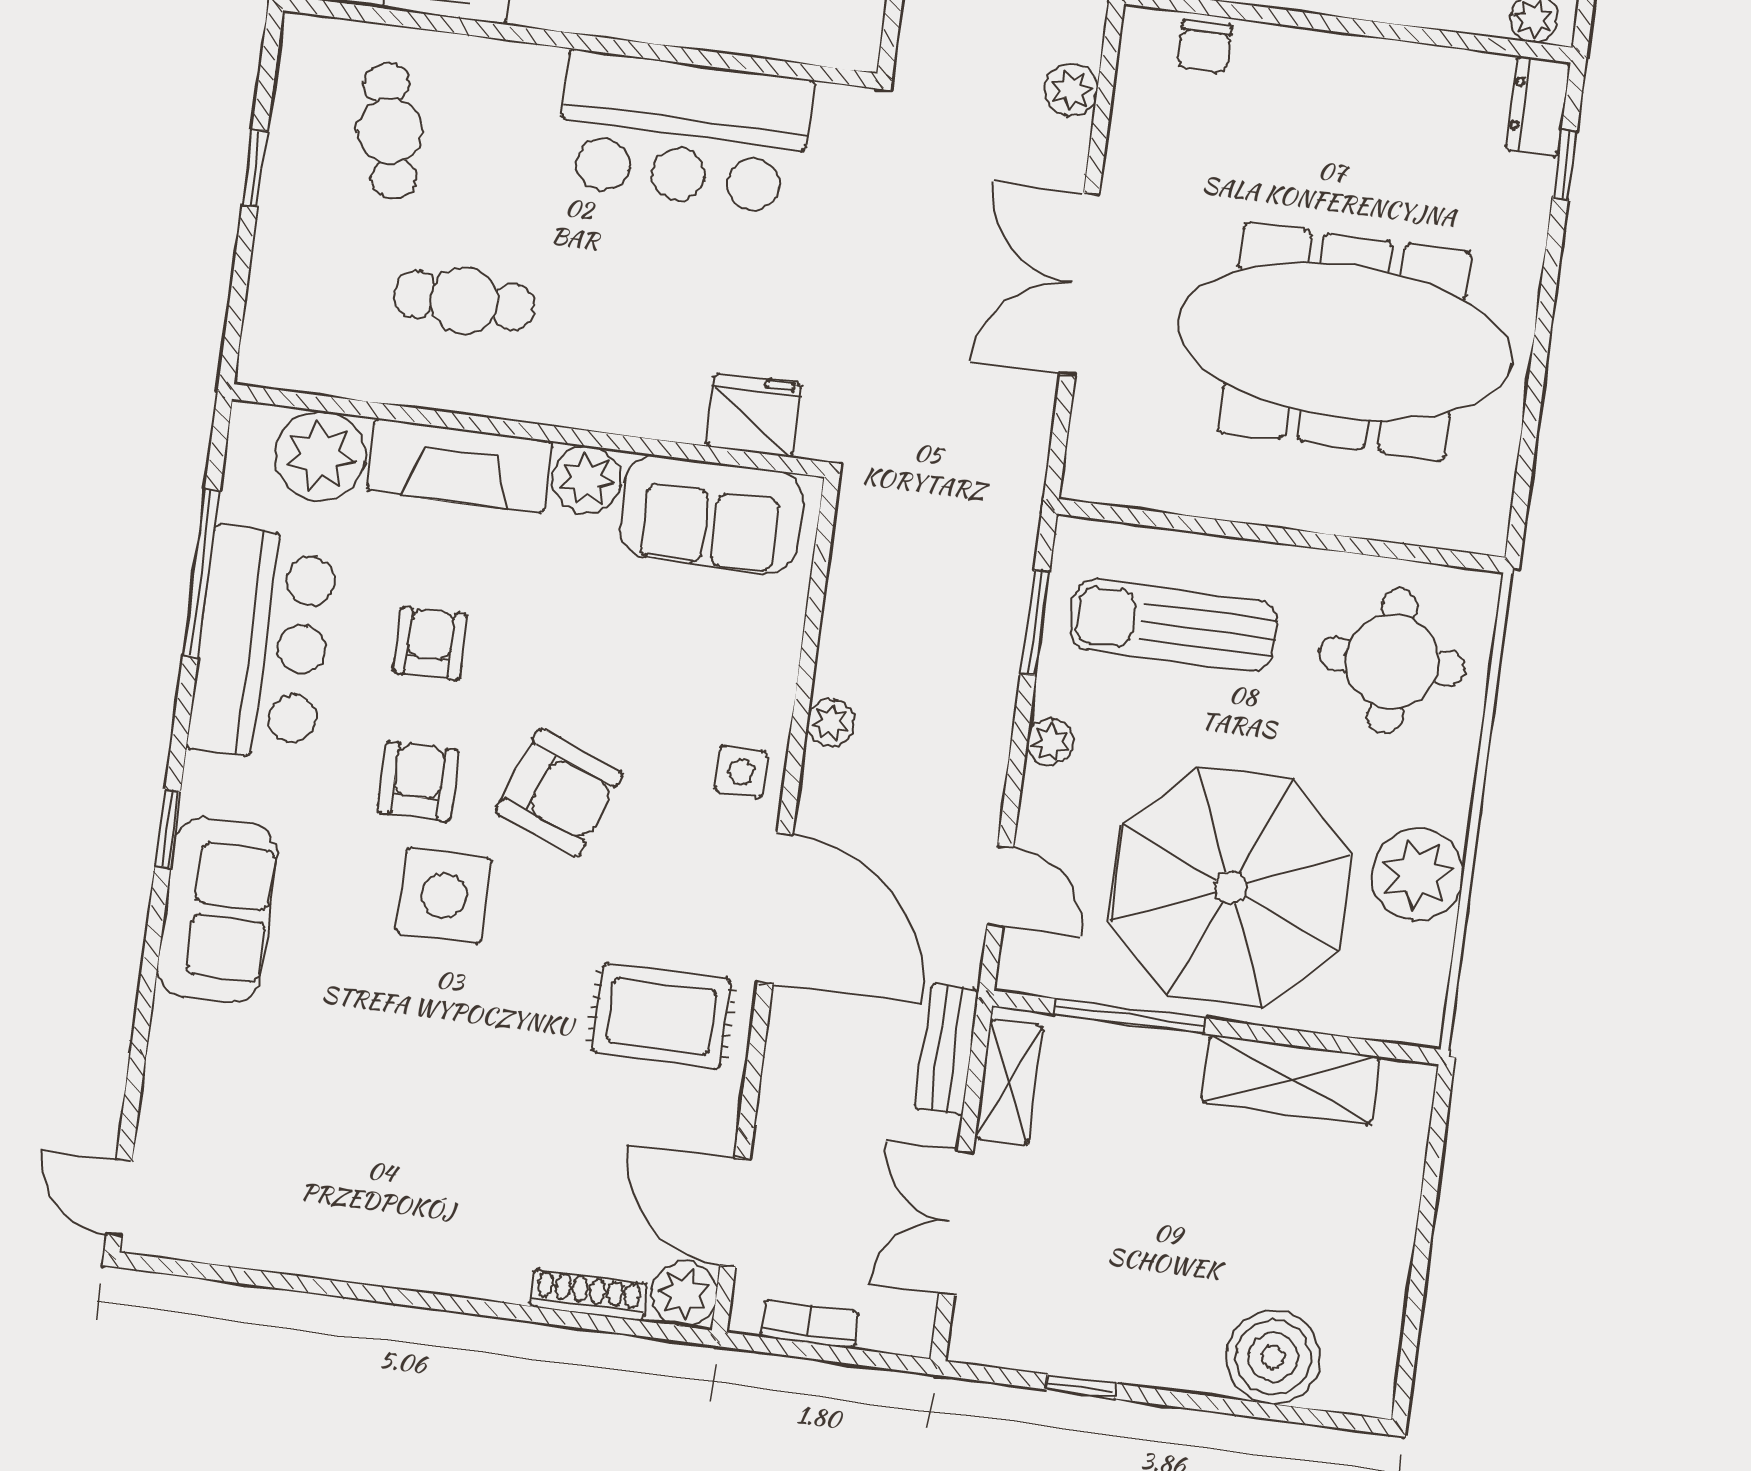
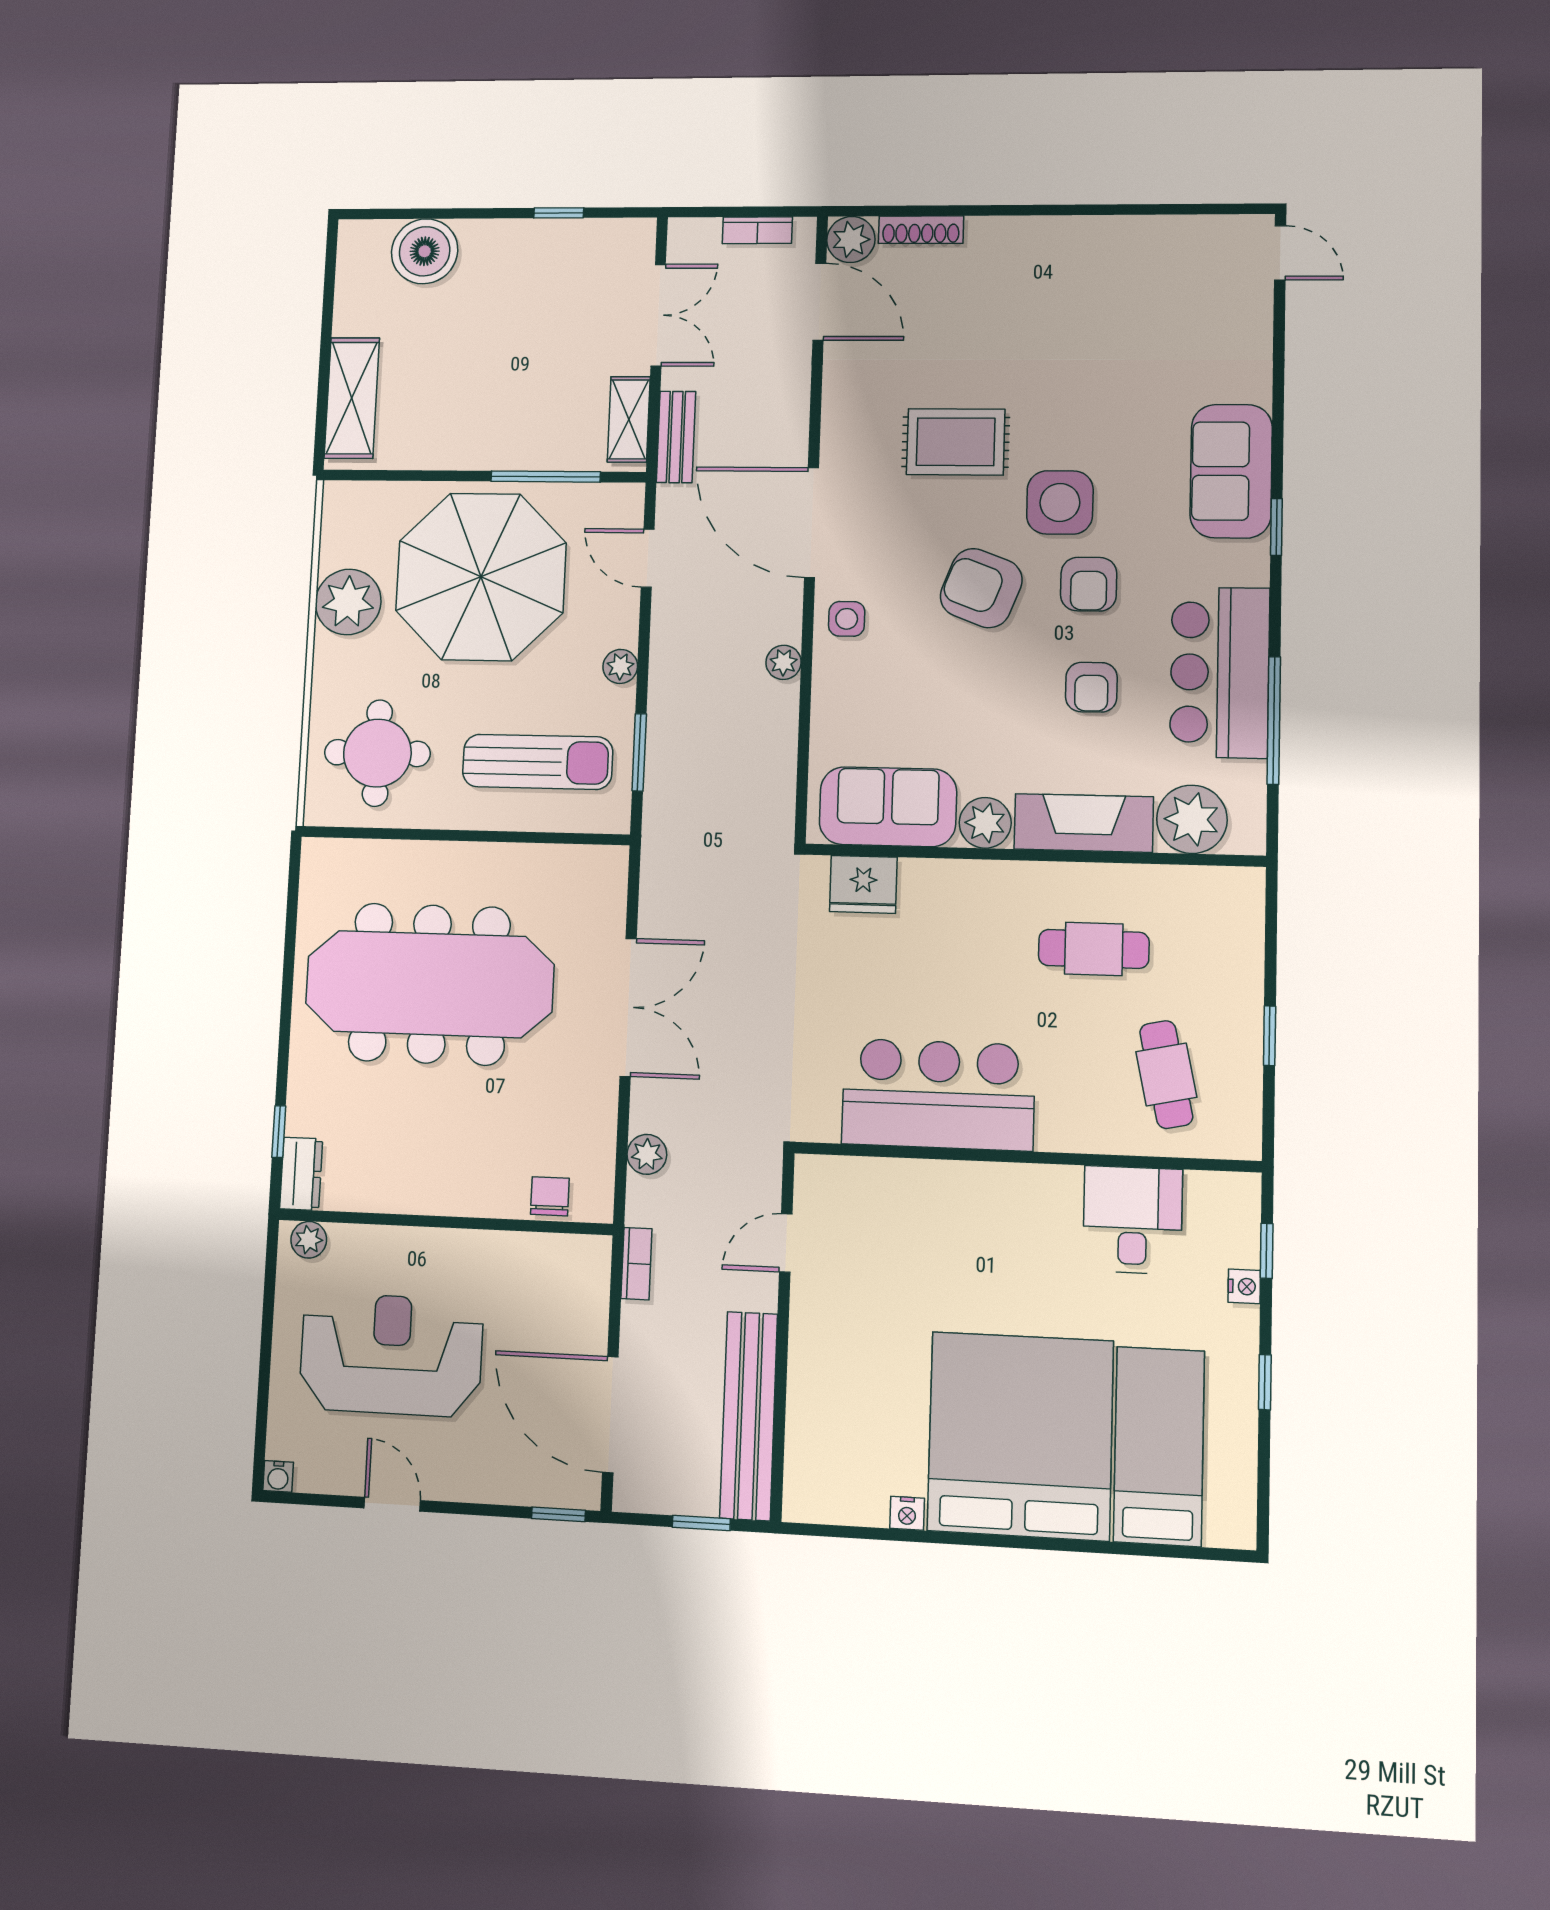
rug: (662, 1016) -> (956, 442), moved
shelving: (1291, 1079) -> (352, 398), moved, turned 90

